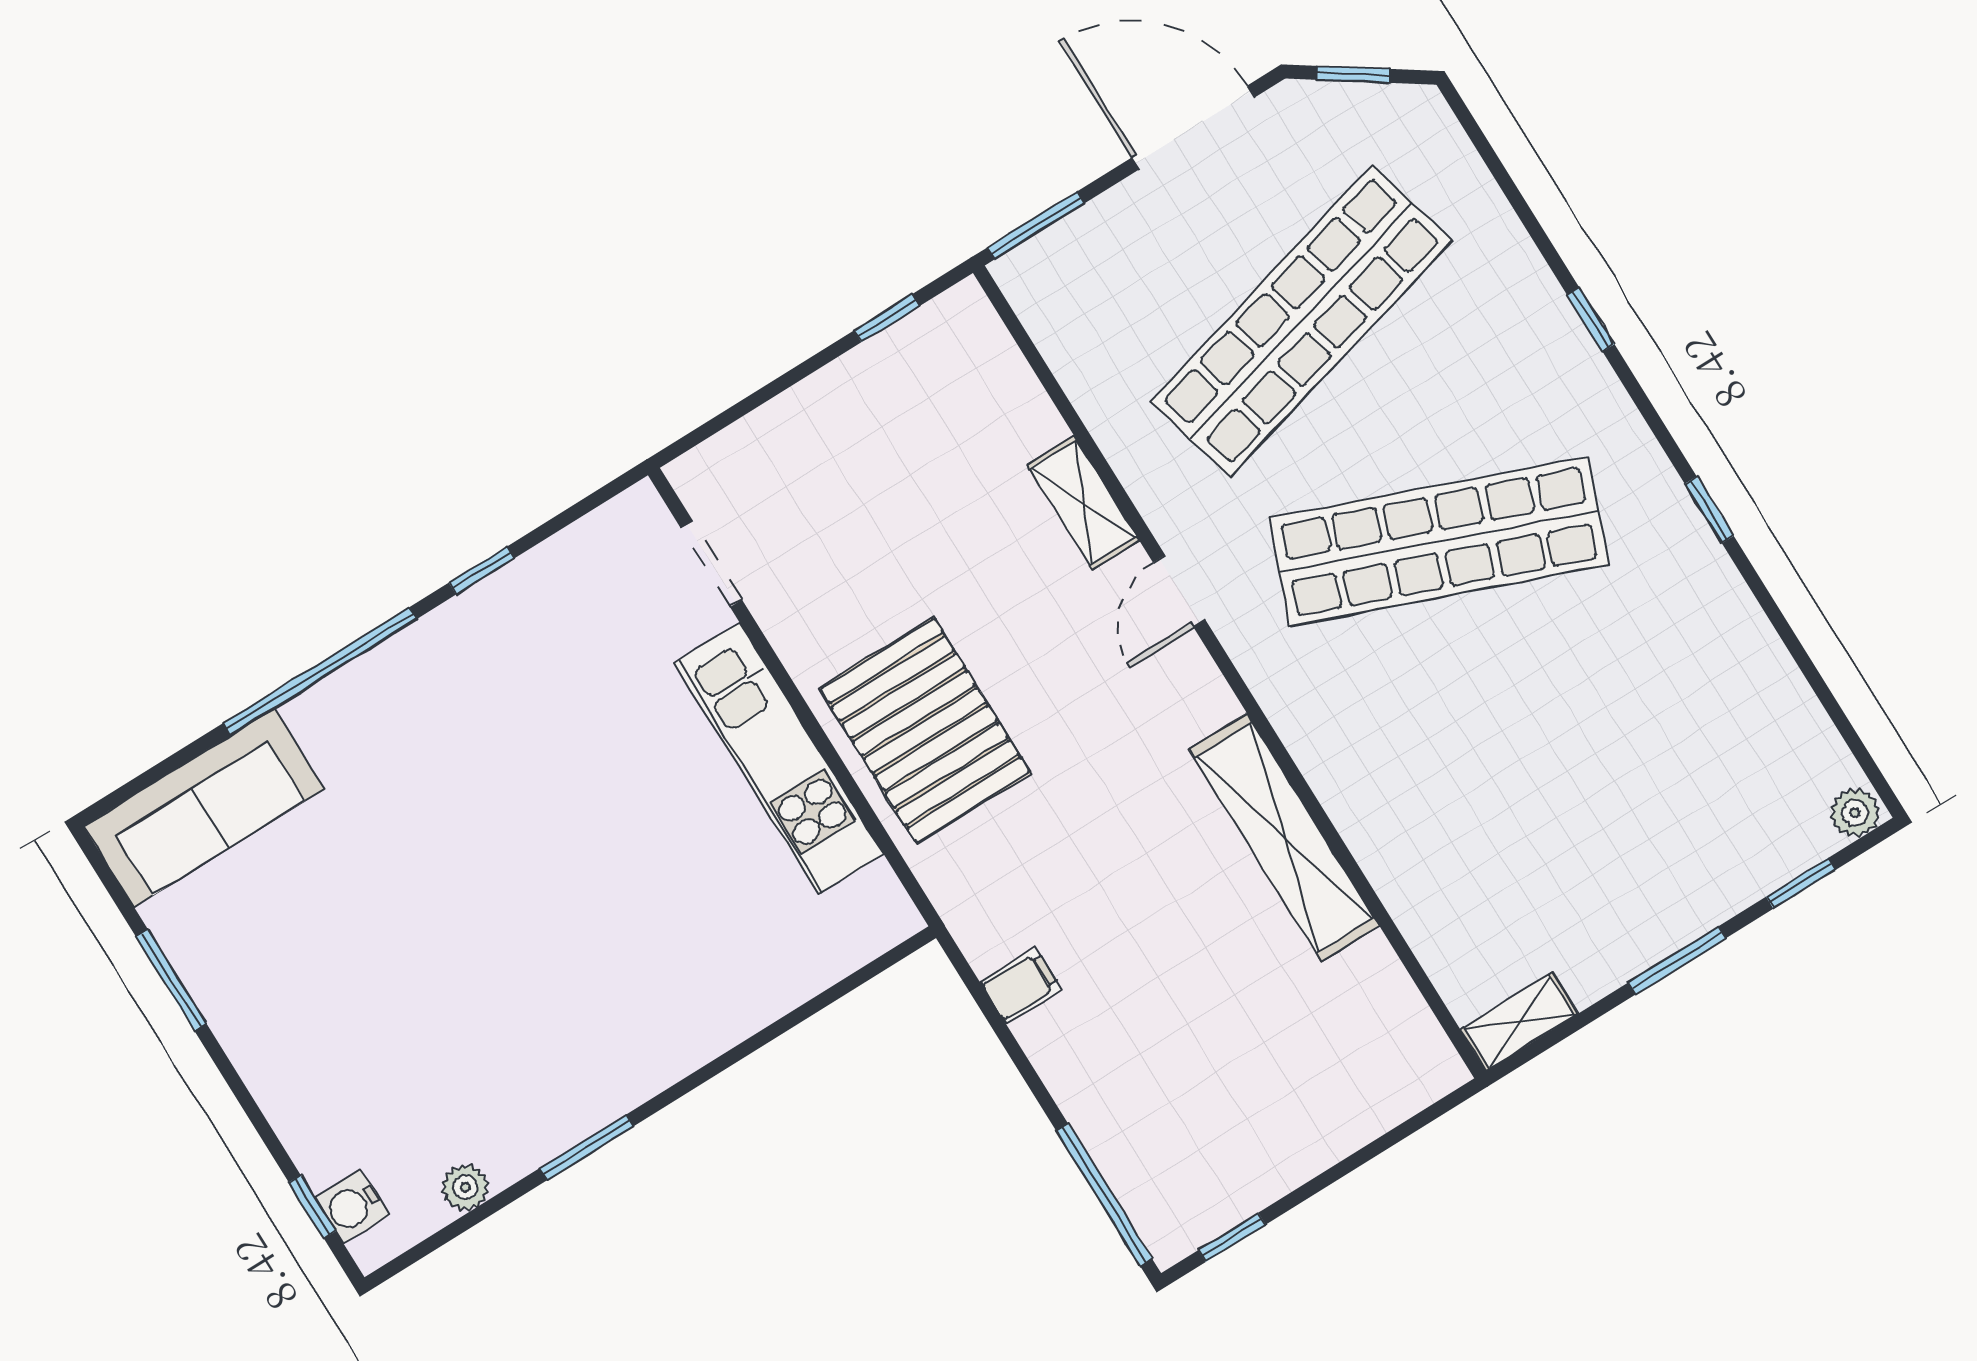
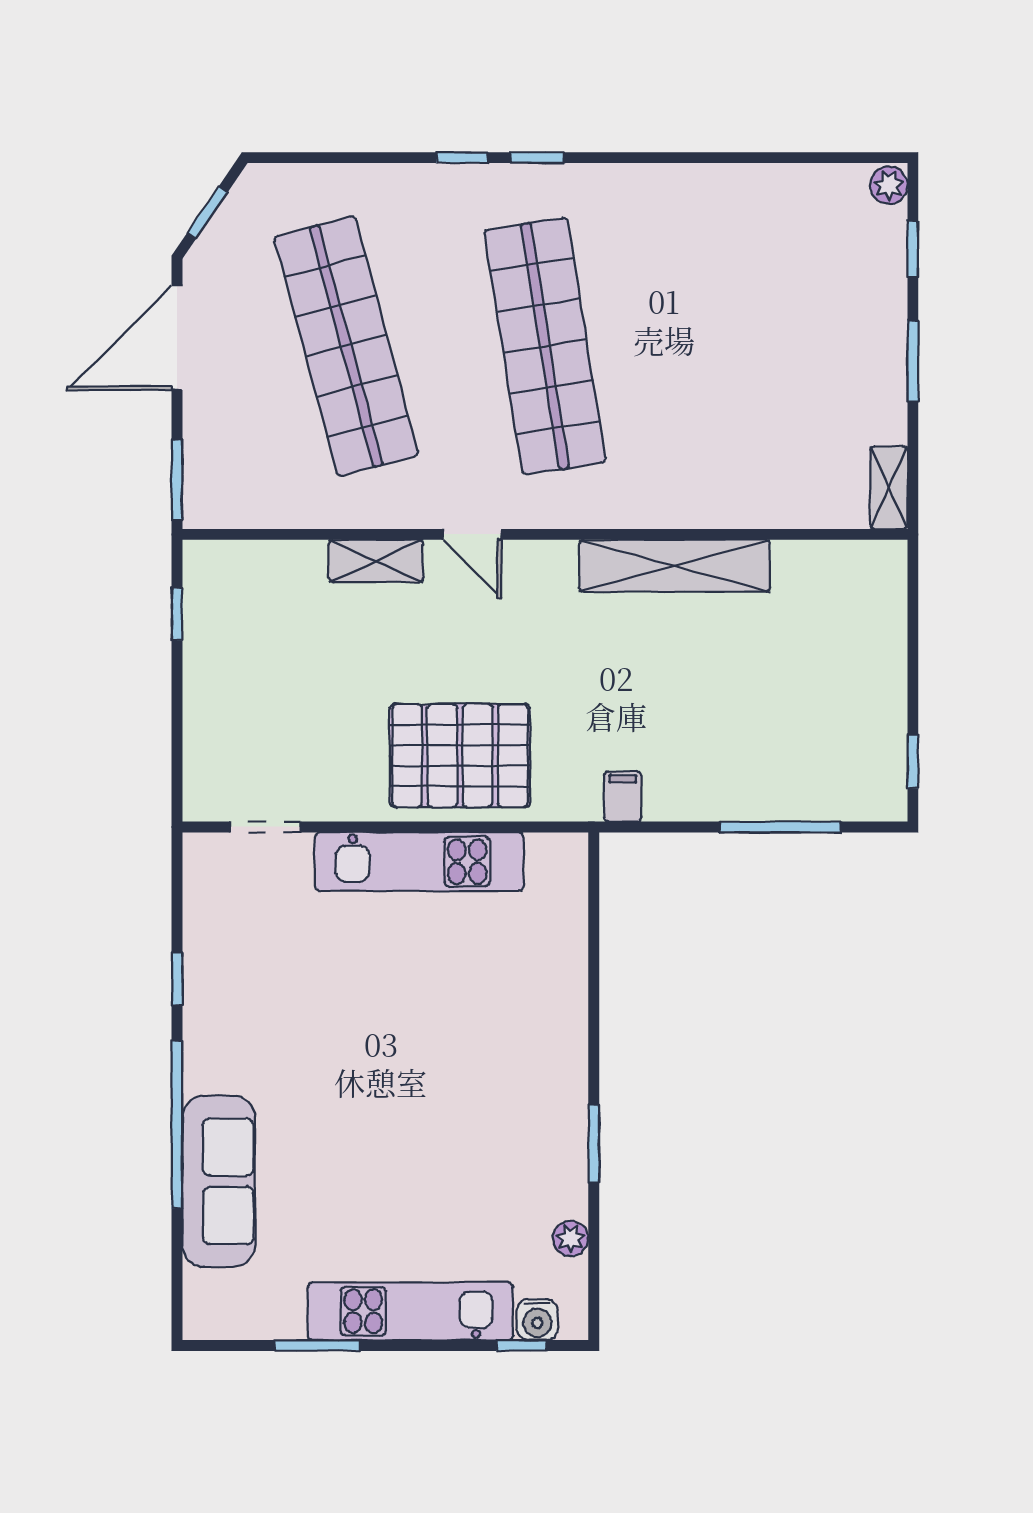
window: (1709, 510) -> (537, 158), moved
shop shelf: (1439, 542) -> (545, 346), turned -30
sofa: (204, 808) -> (219, 1181), moved
filing cabinet: (1021, 986) -> (623, 797), moved
kitchen unit: (274, 1060) -> (410, 1311), added
window: (1104, 1195) -> (780, 827), moved

